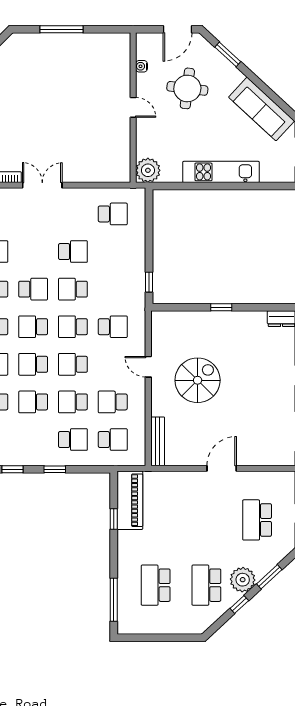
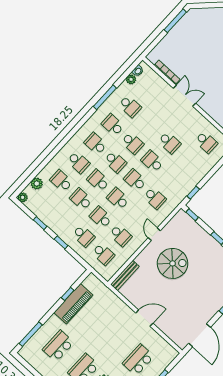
window: (170, 307) -> (192, 215), added
school desk: (33, 327) -> (115, 162), turned 180
school desk: (113, 402) -> (121, 235), turned 180
piano: (130, 500) -> (73, 304), moved

